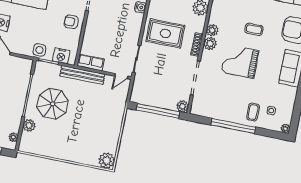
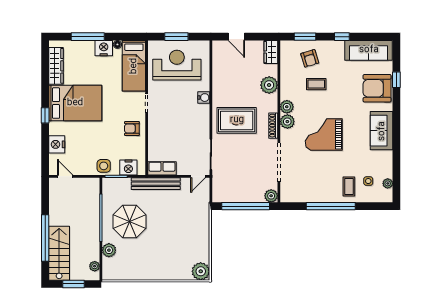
coffee table: (254, 29) -> (316, 84), moved
plant: (285, 129) -> (388, 183), moved

